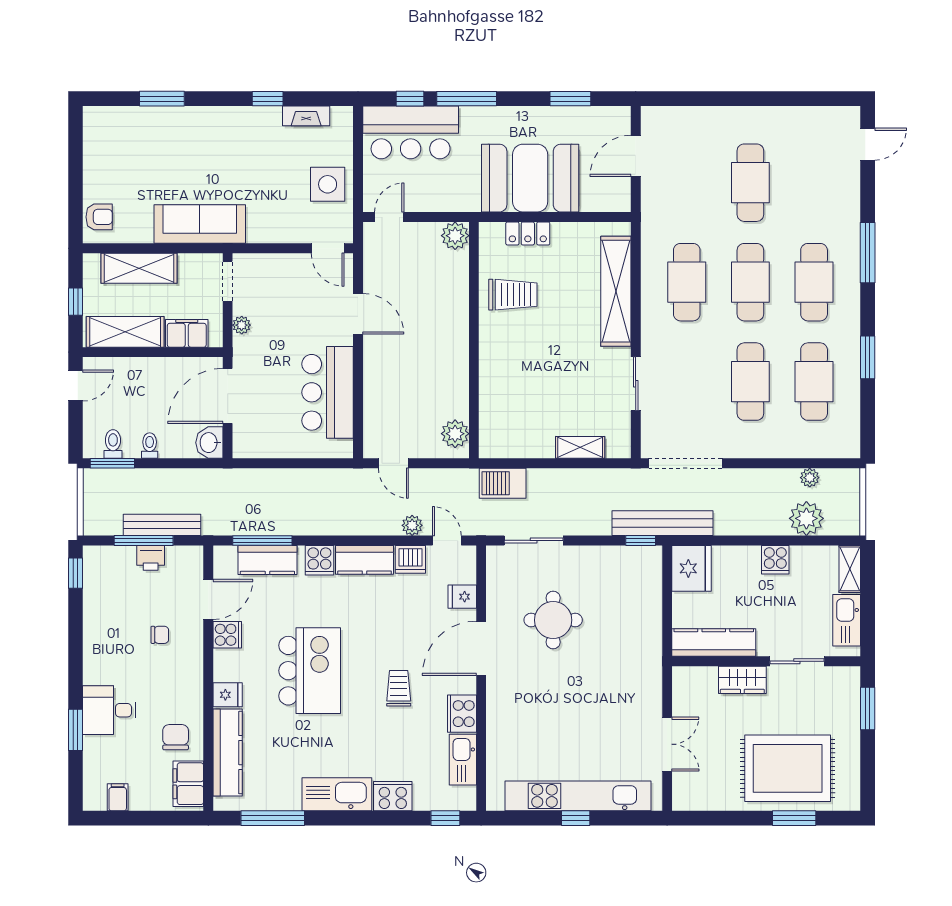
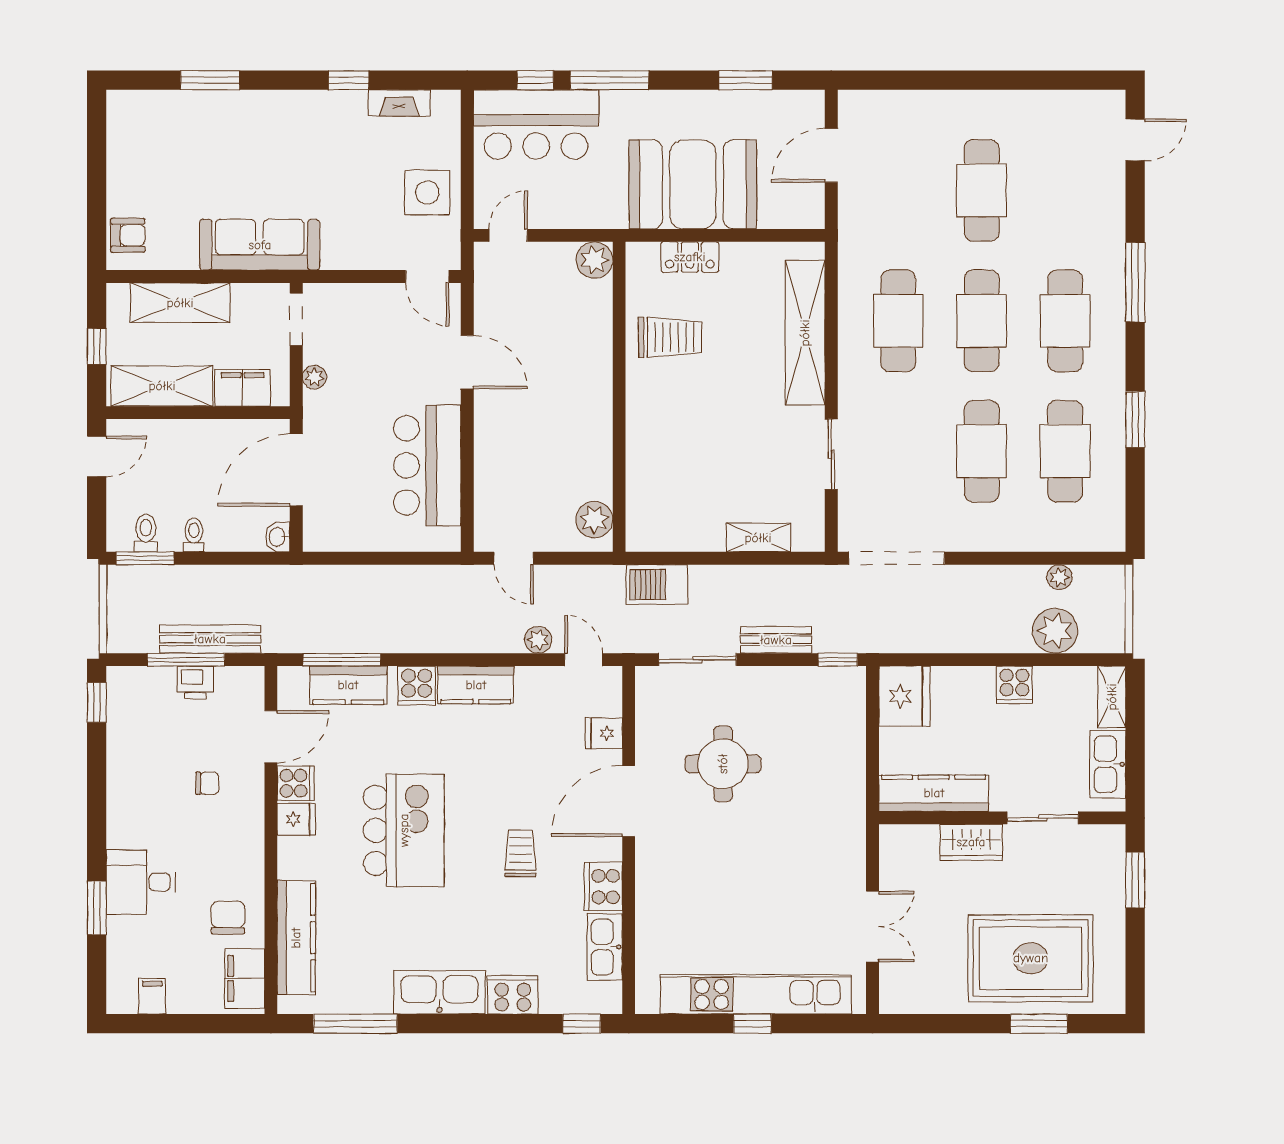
washbasin: (209, 443) -> (278, 537), width x0.72, depth x0.69
bench: (662, 523) -> (776, 640), moved, width x0.54, depth x0.82
dishwasher: (410, 559) -> (536, 684), removed
fridge: (228, 695) -> (296, 819), moved

